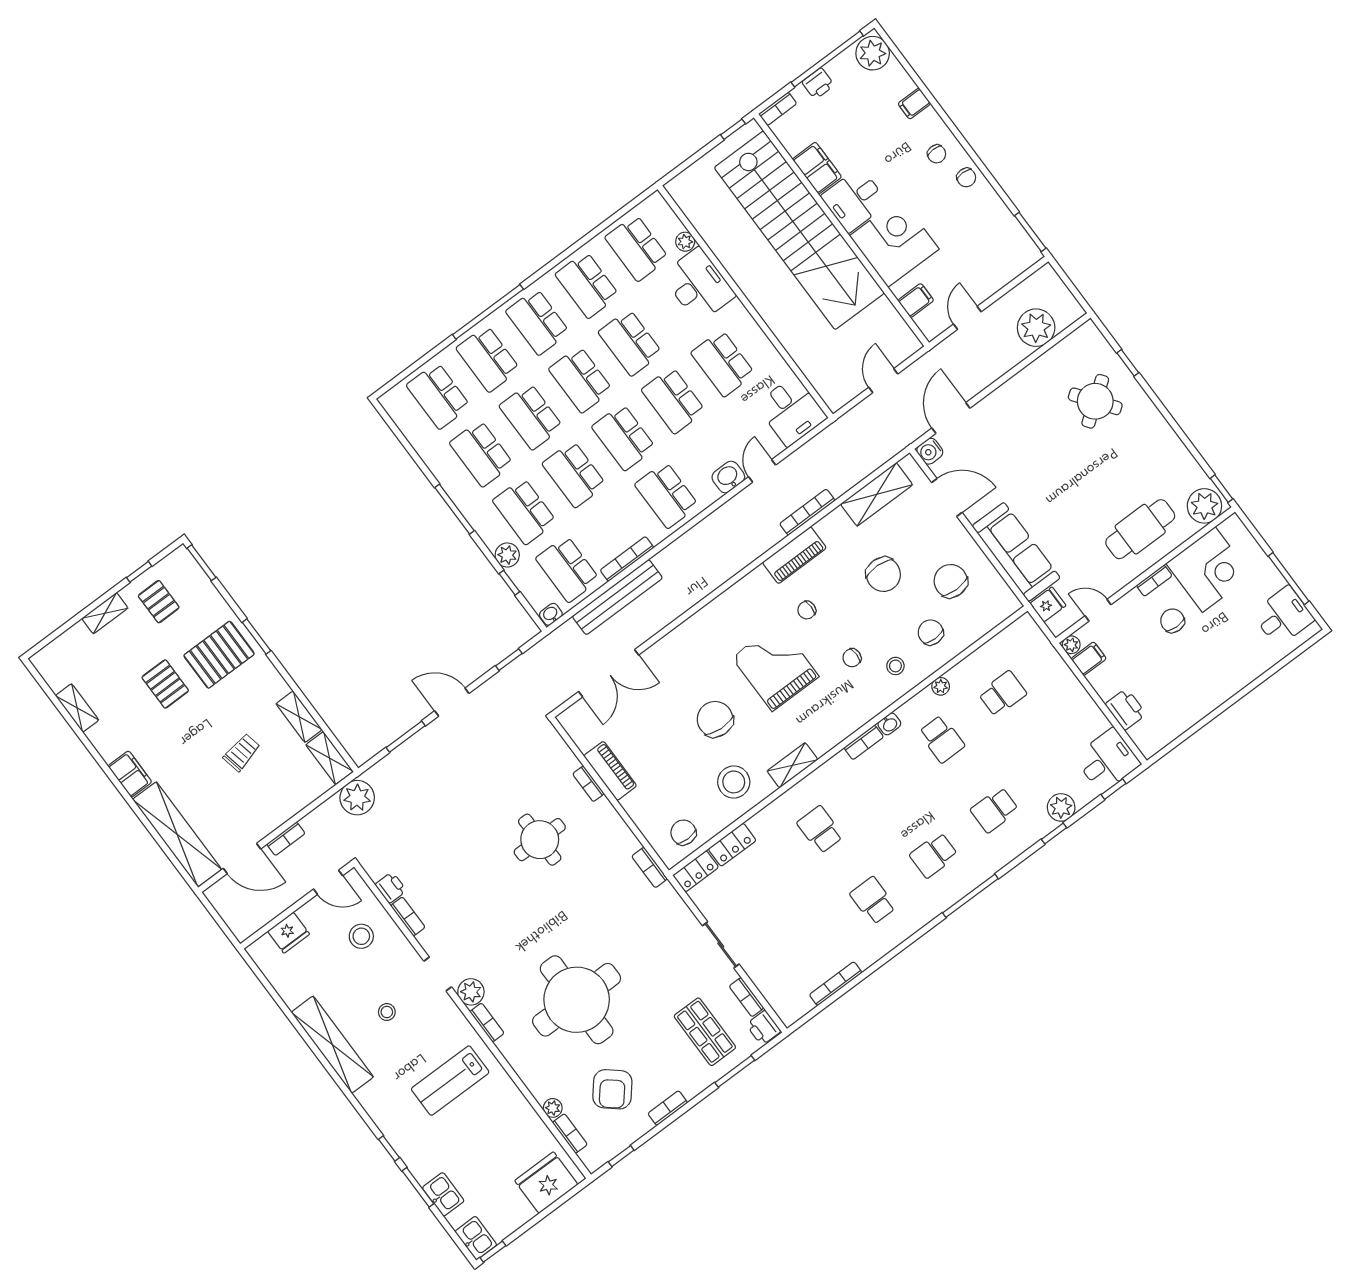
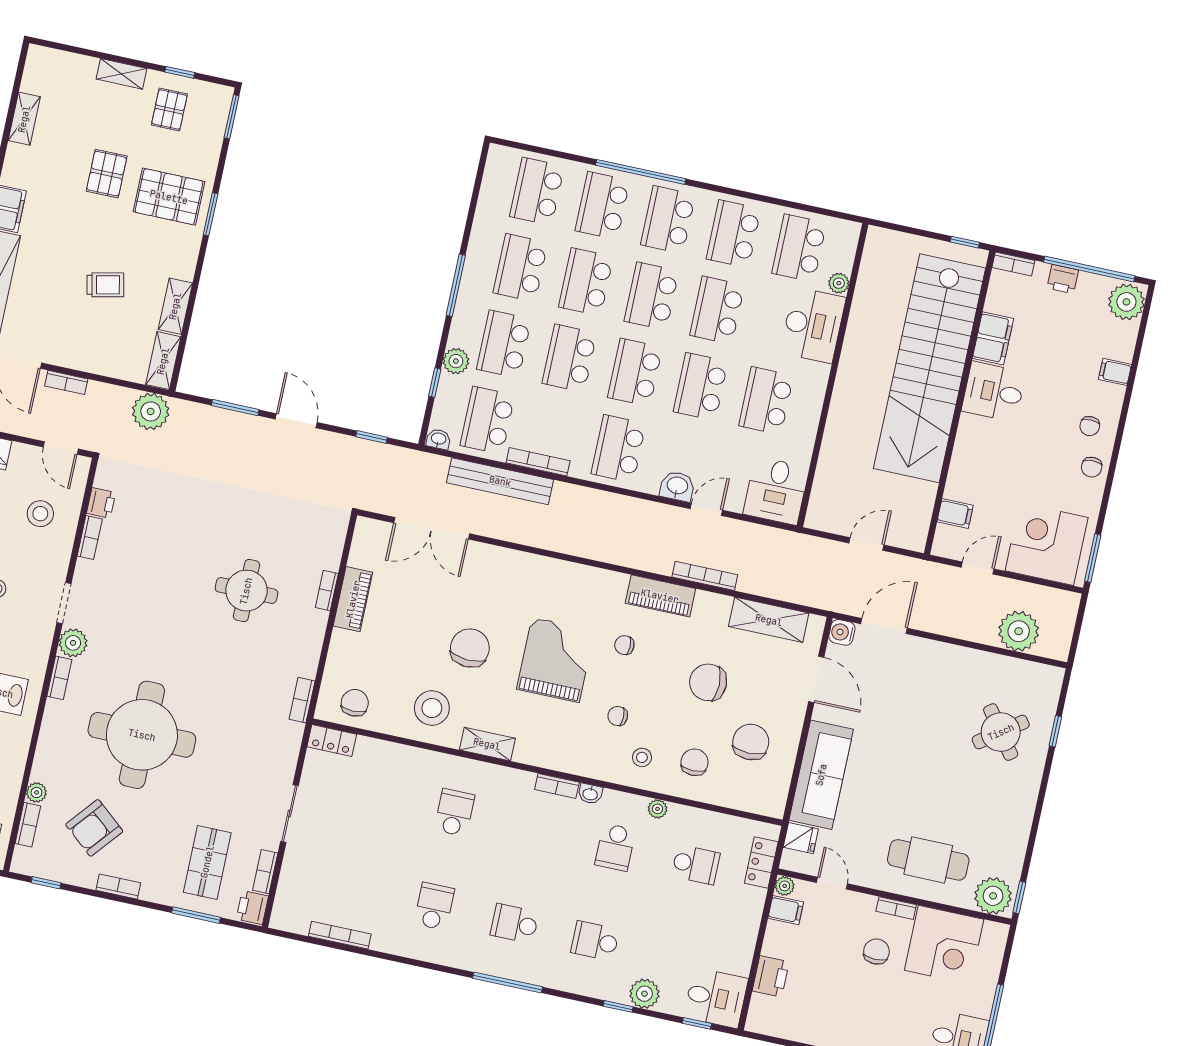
corner desk: (894, 242) -> (1047, 544), moved, turned -90
chair: (883, 574) -> (708, 682), turned 88
locker: (732, 845) -> (761, 863), moved, turned 90

